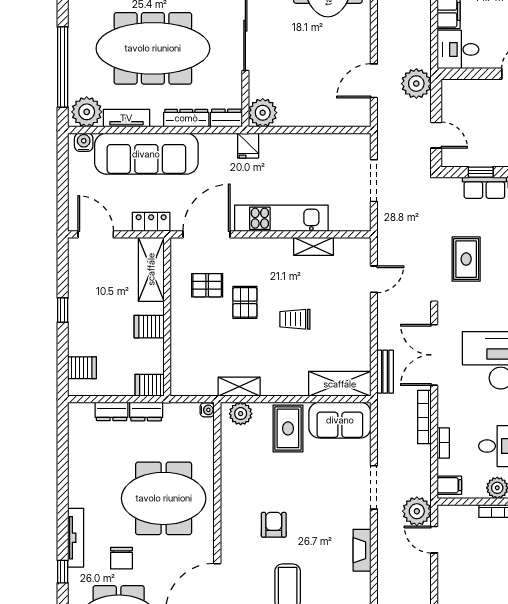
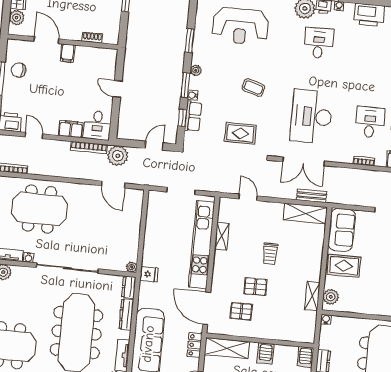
plant: (263, 113) -> (132, 267), width x0.53, depth x0.53
kitchen unit: (281, 218) -> (202, 245), width x1.36
pallet: (207, 285) -> (241, 311), turned 90
shelving: (340, 384) -> (305, 214), moved, turned 90
bookcase: (424, 417) -> (89, 147), moved

